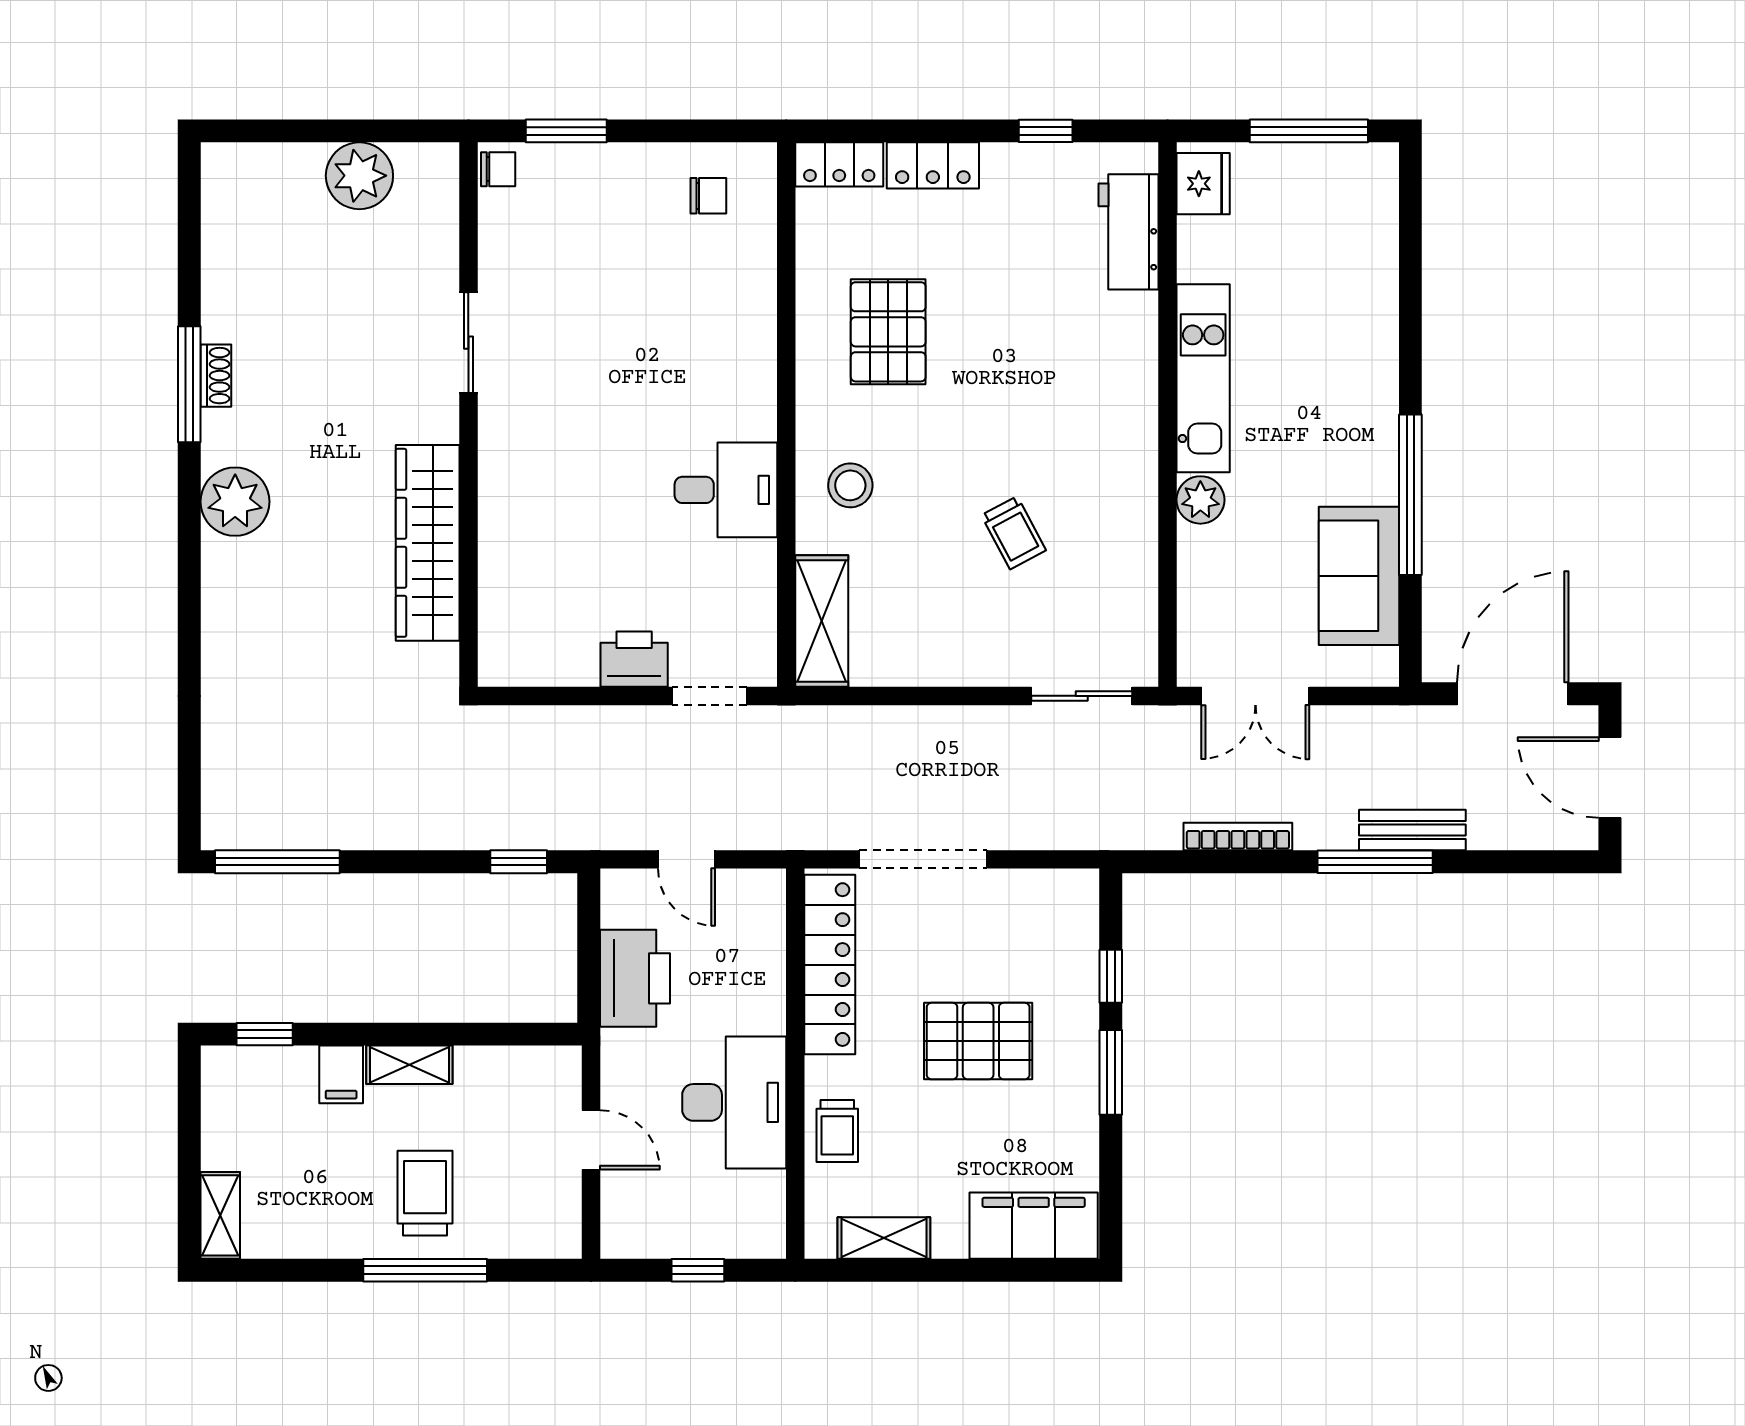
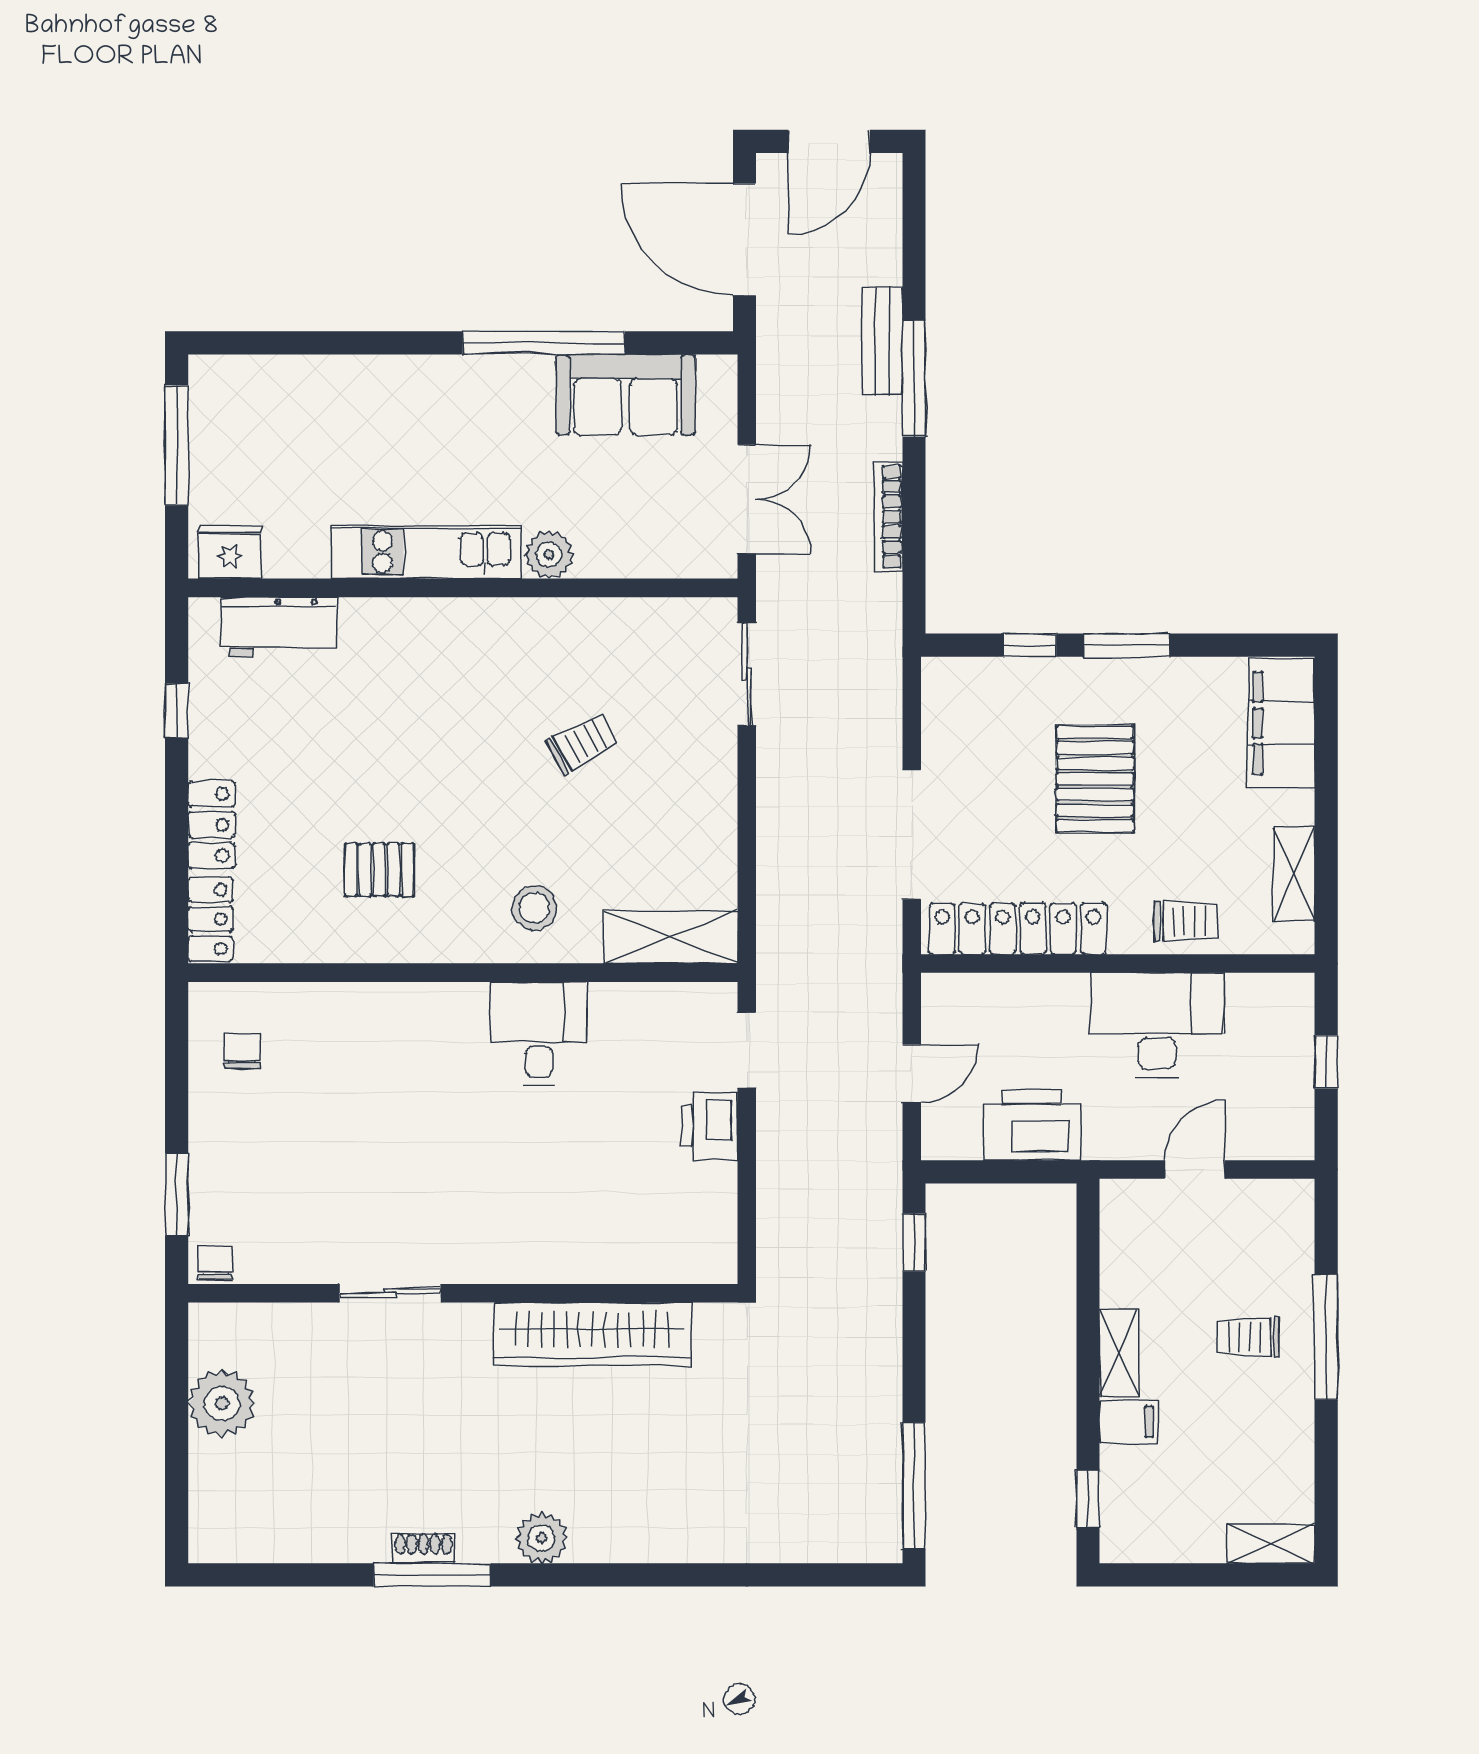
pallet: (888, 332) -> (379, 870), width x0.67, depth x0.71
plant: (235, 502) -> (541, 1538), width x0.73, depth x0.73
trolley: (425, 1193) -> (1248, 1337), width x0.73, depth x0.72

